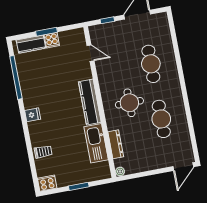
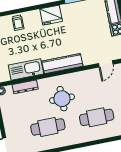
fridge: (33, 115) -> (51, 15), width x1.88, depth x1.34

